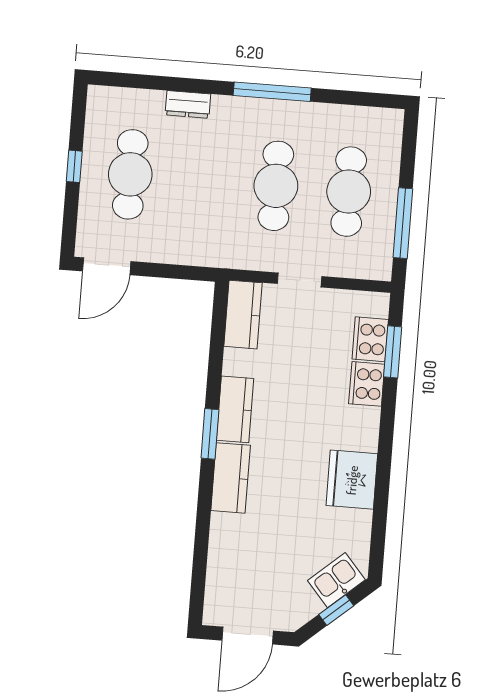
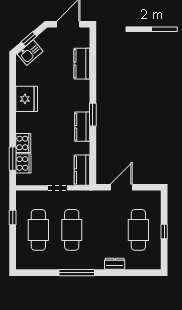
window: (403, 223) -> (13, 217), width x0.46
door: (107, 266) -> (121, 187), moved
kitchen counter: (231, 478) -> (82, 64), moved

